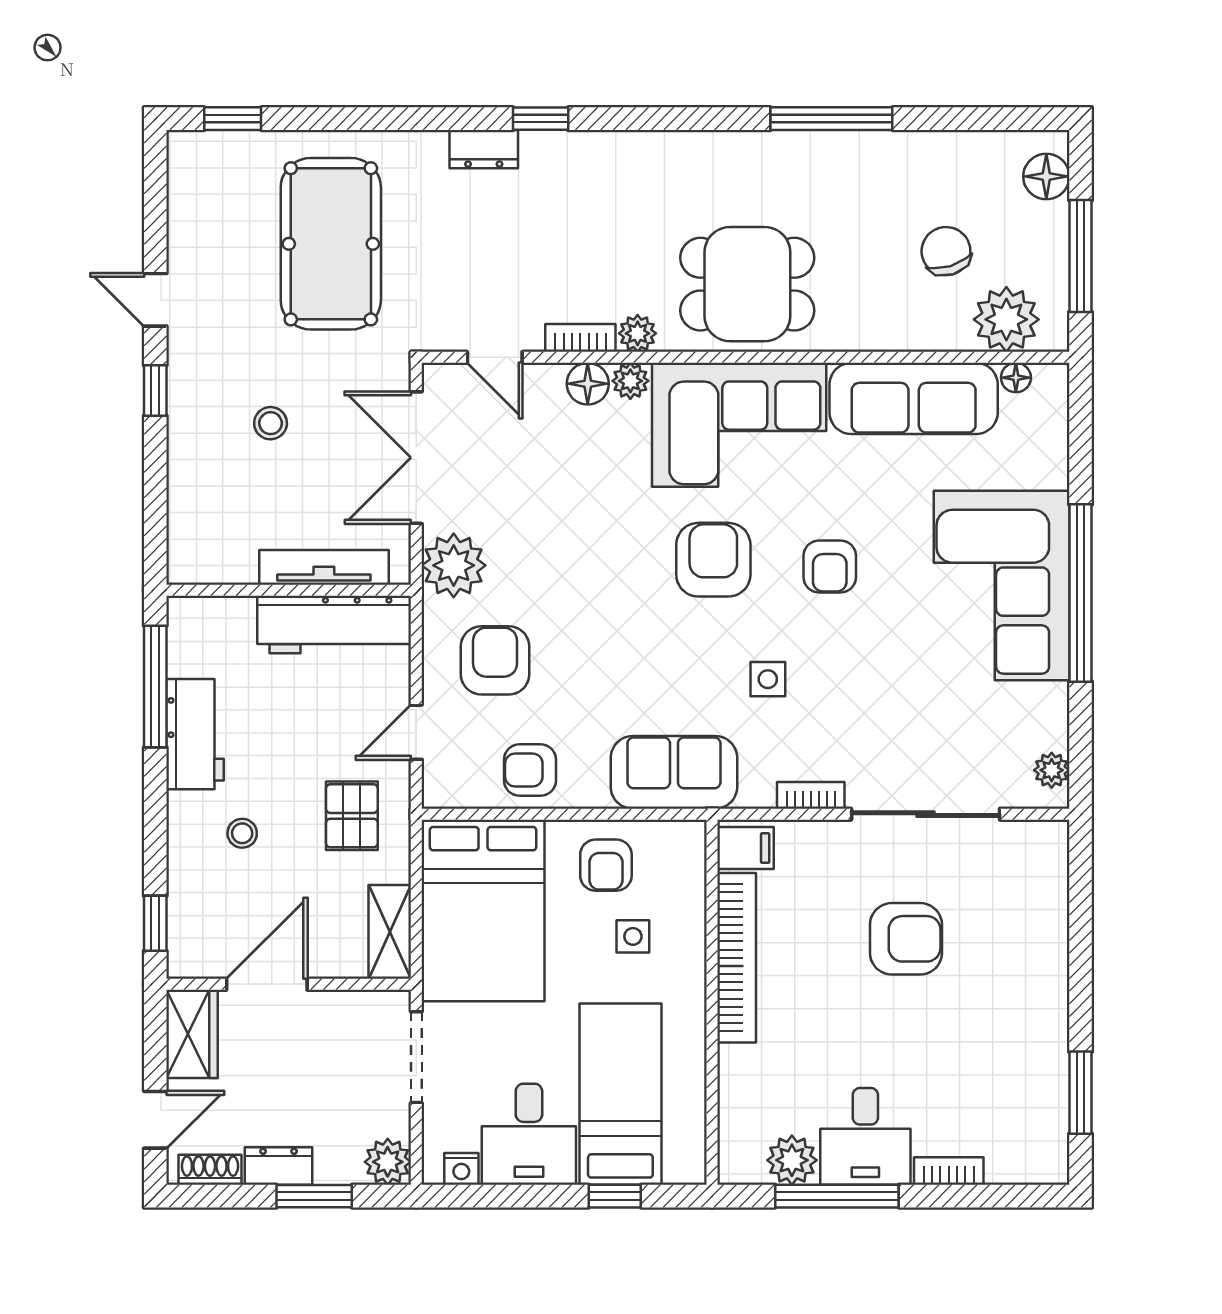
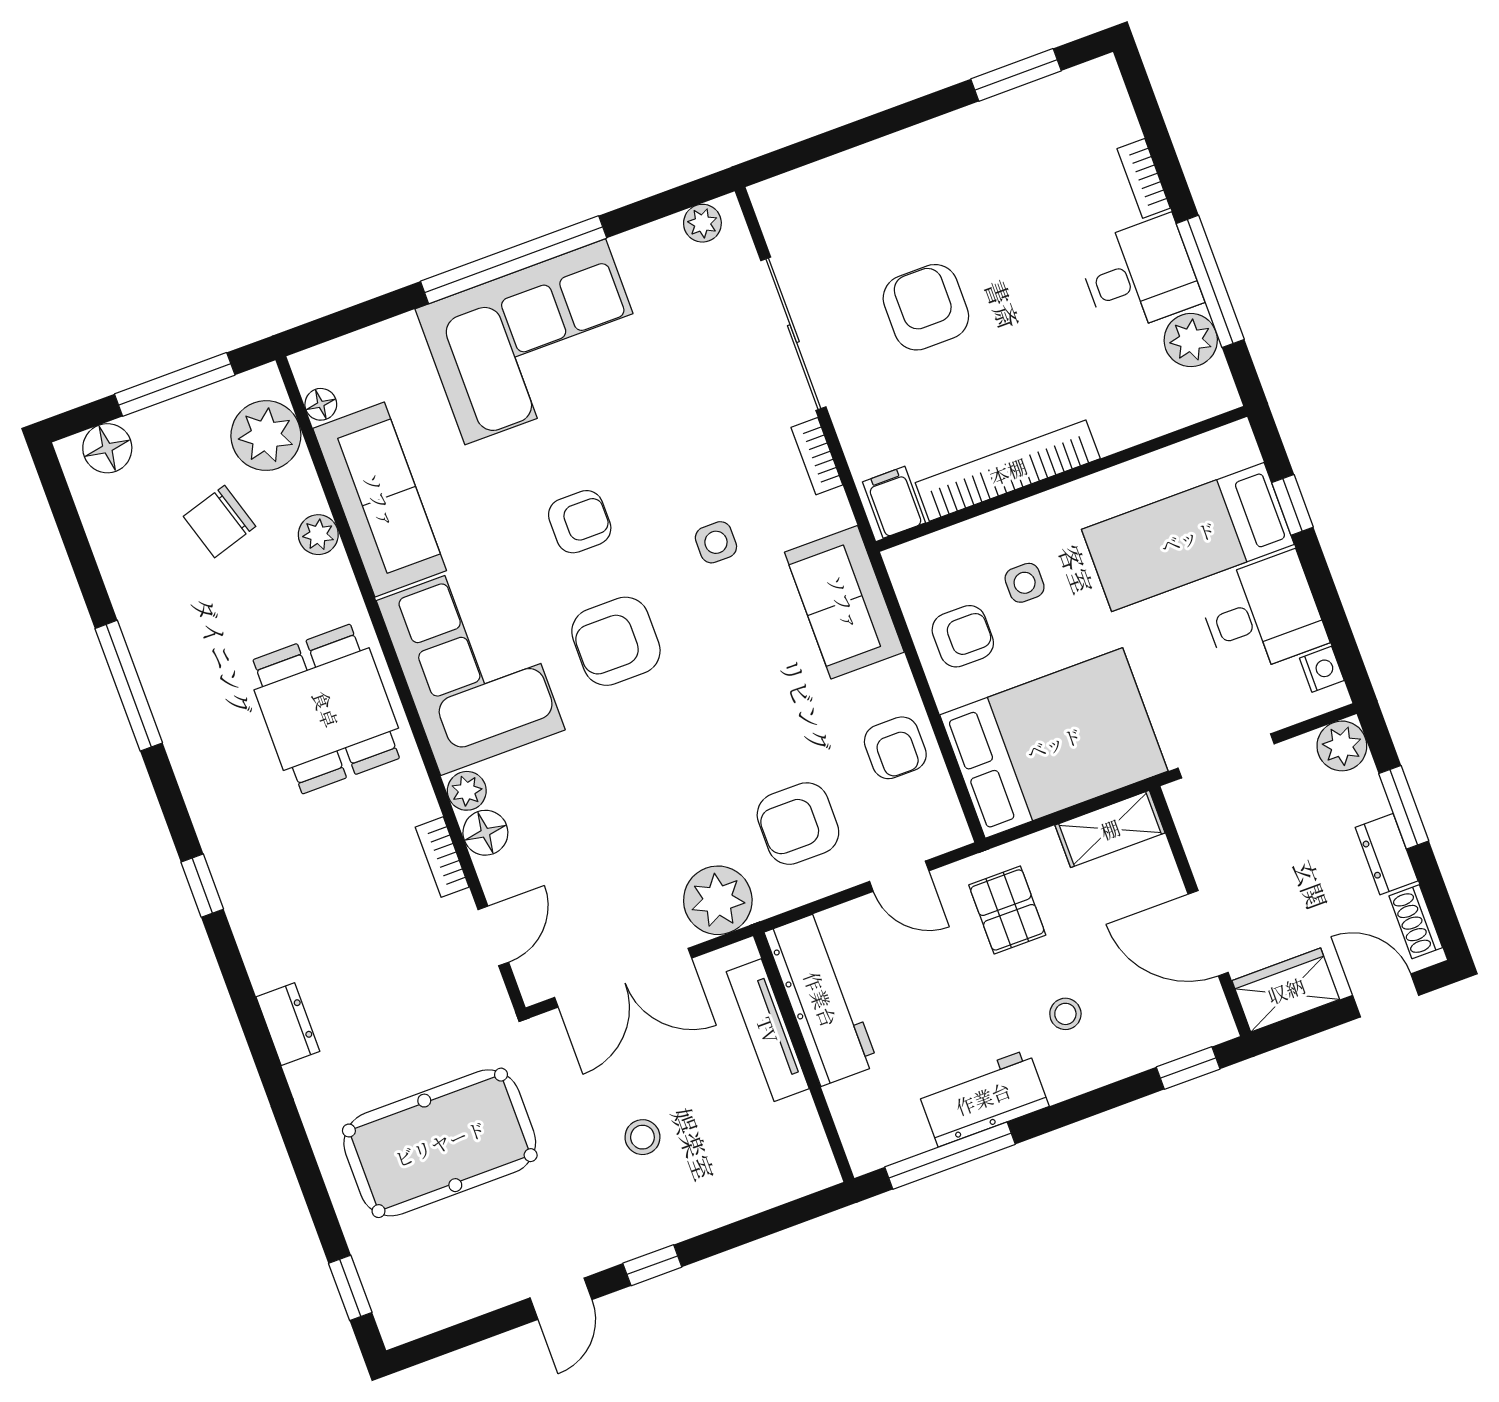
window: (541, 119) -> (202, 886), moved
plant: (638, 333) -> (318, 535), moved
pallet: (352, 816) -> (1007, 910), turned 90

